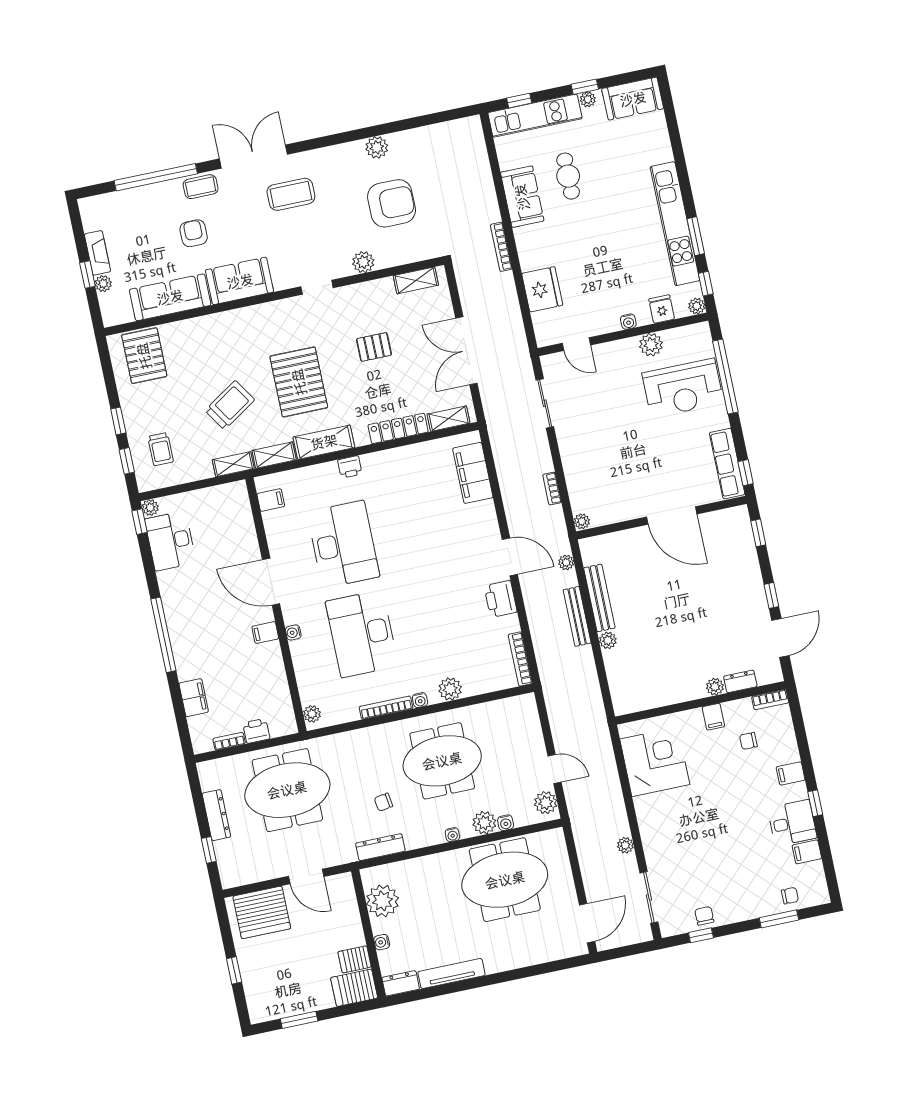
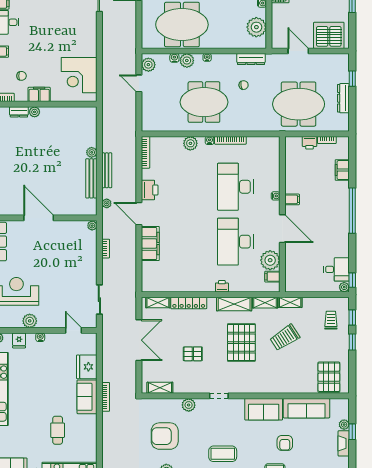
sofa: (522, 197) -> (87, 397), moved
filing cabinet: (473, 473) -> (150, 243), moved
desk: (170, 541) -> (336, 269), width x0.73
desk: (362, 634) -> (235, 187), turned 180
plant: (312, 714) -> (270, 260), moved, width x1.88, depth x1.88
filing cabinet: (713, 717) -> (39, 94), width x2.00
plant: (625, 845) -> (107, 30), removed

